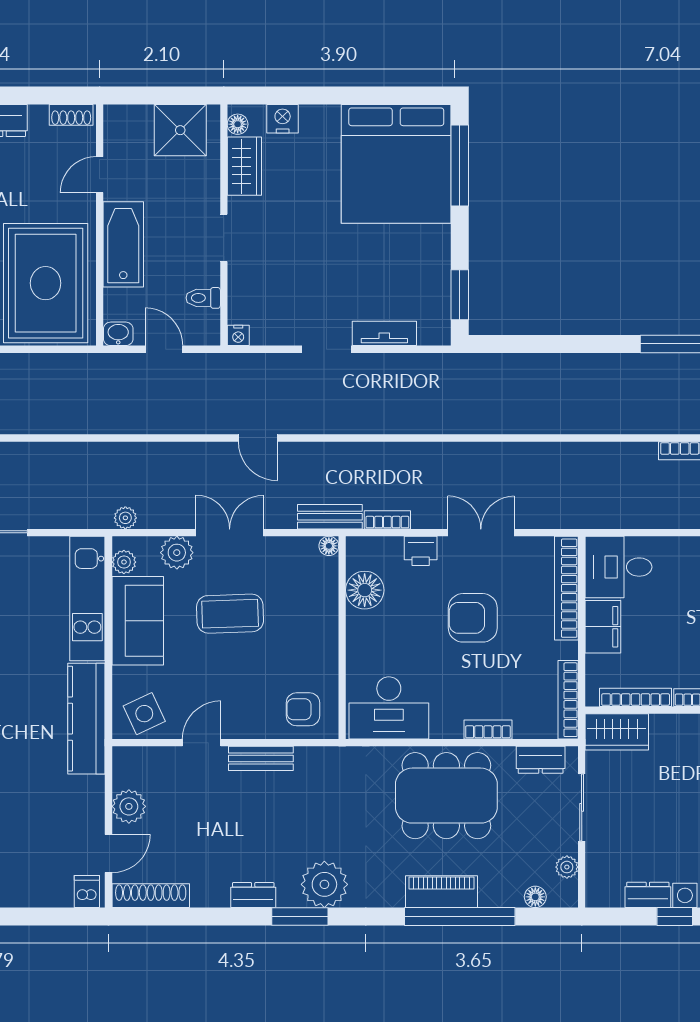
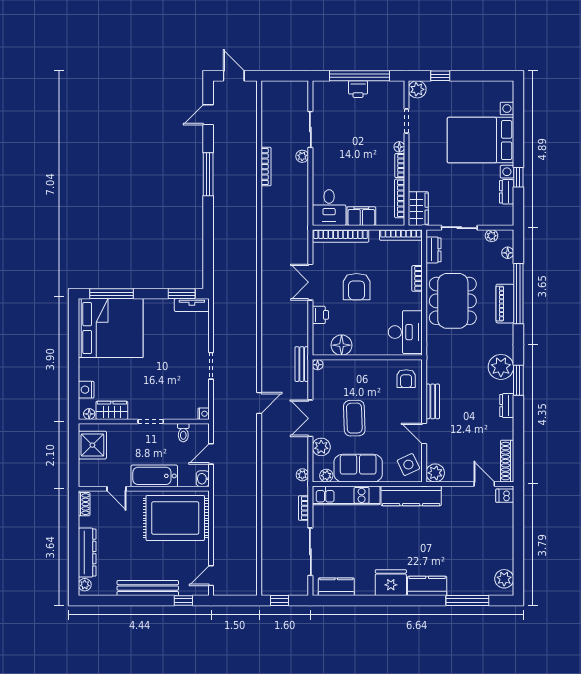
tv unit: (384, 333) -> (192, 305), moved, turned -90
bookcase: (387, 520) -> (304, 508), moved
plant: (129, 806) -> (435, 473), moved

